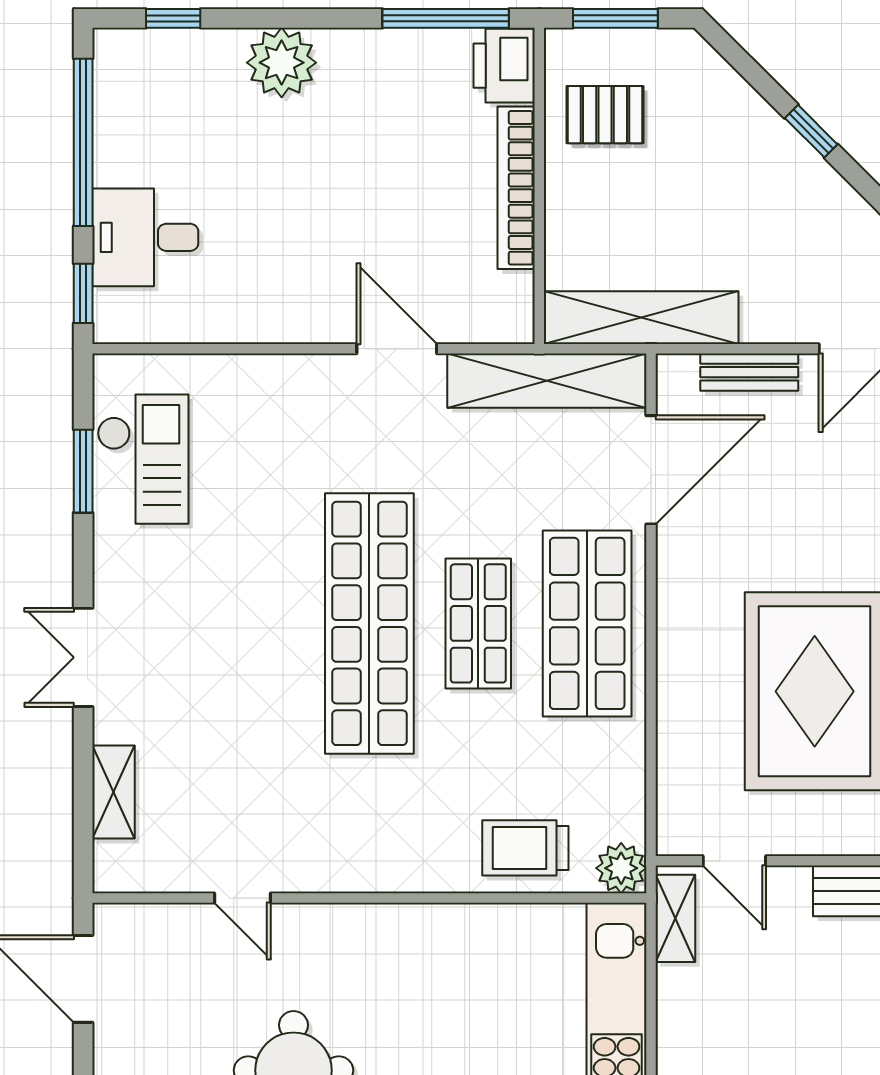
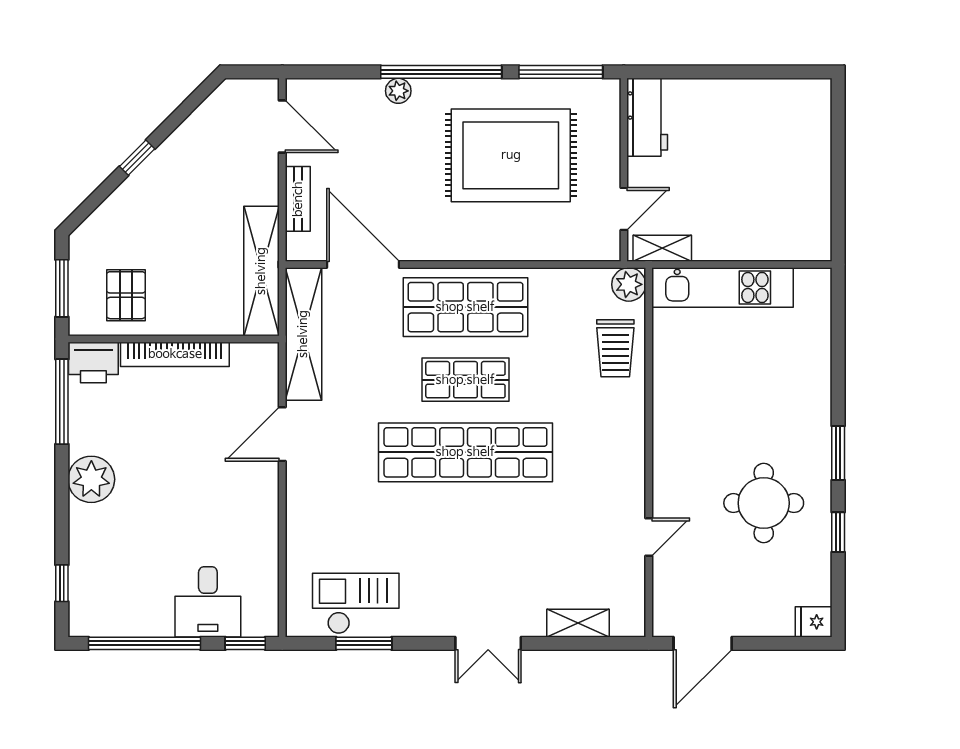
plant: (282, 63) -> (91, 479), moved

